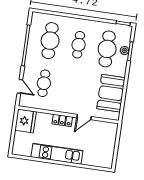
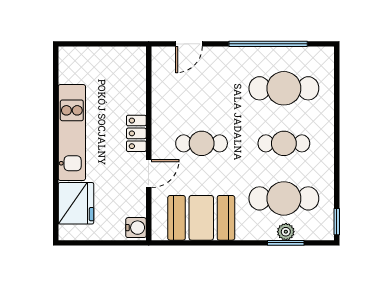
cafe table: (44, 83) -> (202, 143), moved
door: (84, 117) -> (149, 174), swing flipped
fridge: (26, 121) -> (76, 203), moved, turned -90
water cooler: (111, 128) -> (136, 228), added

